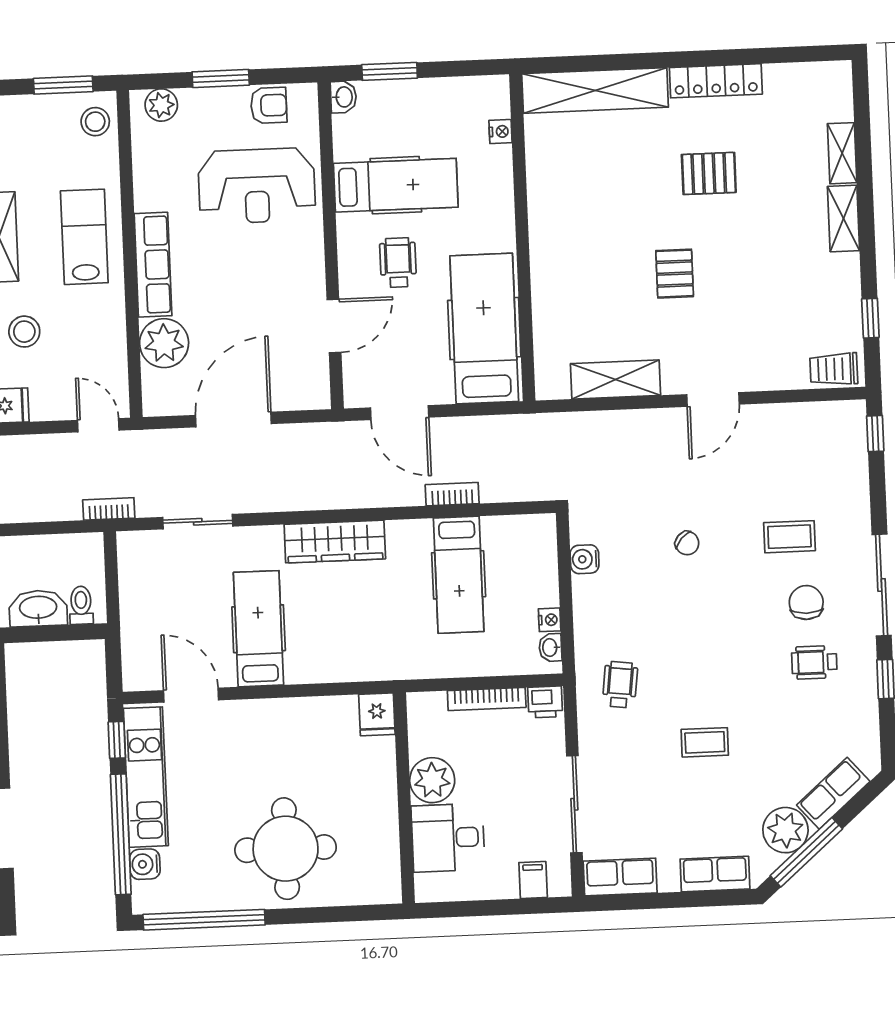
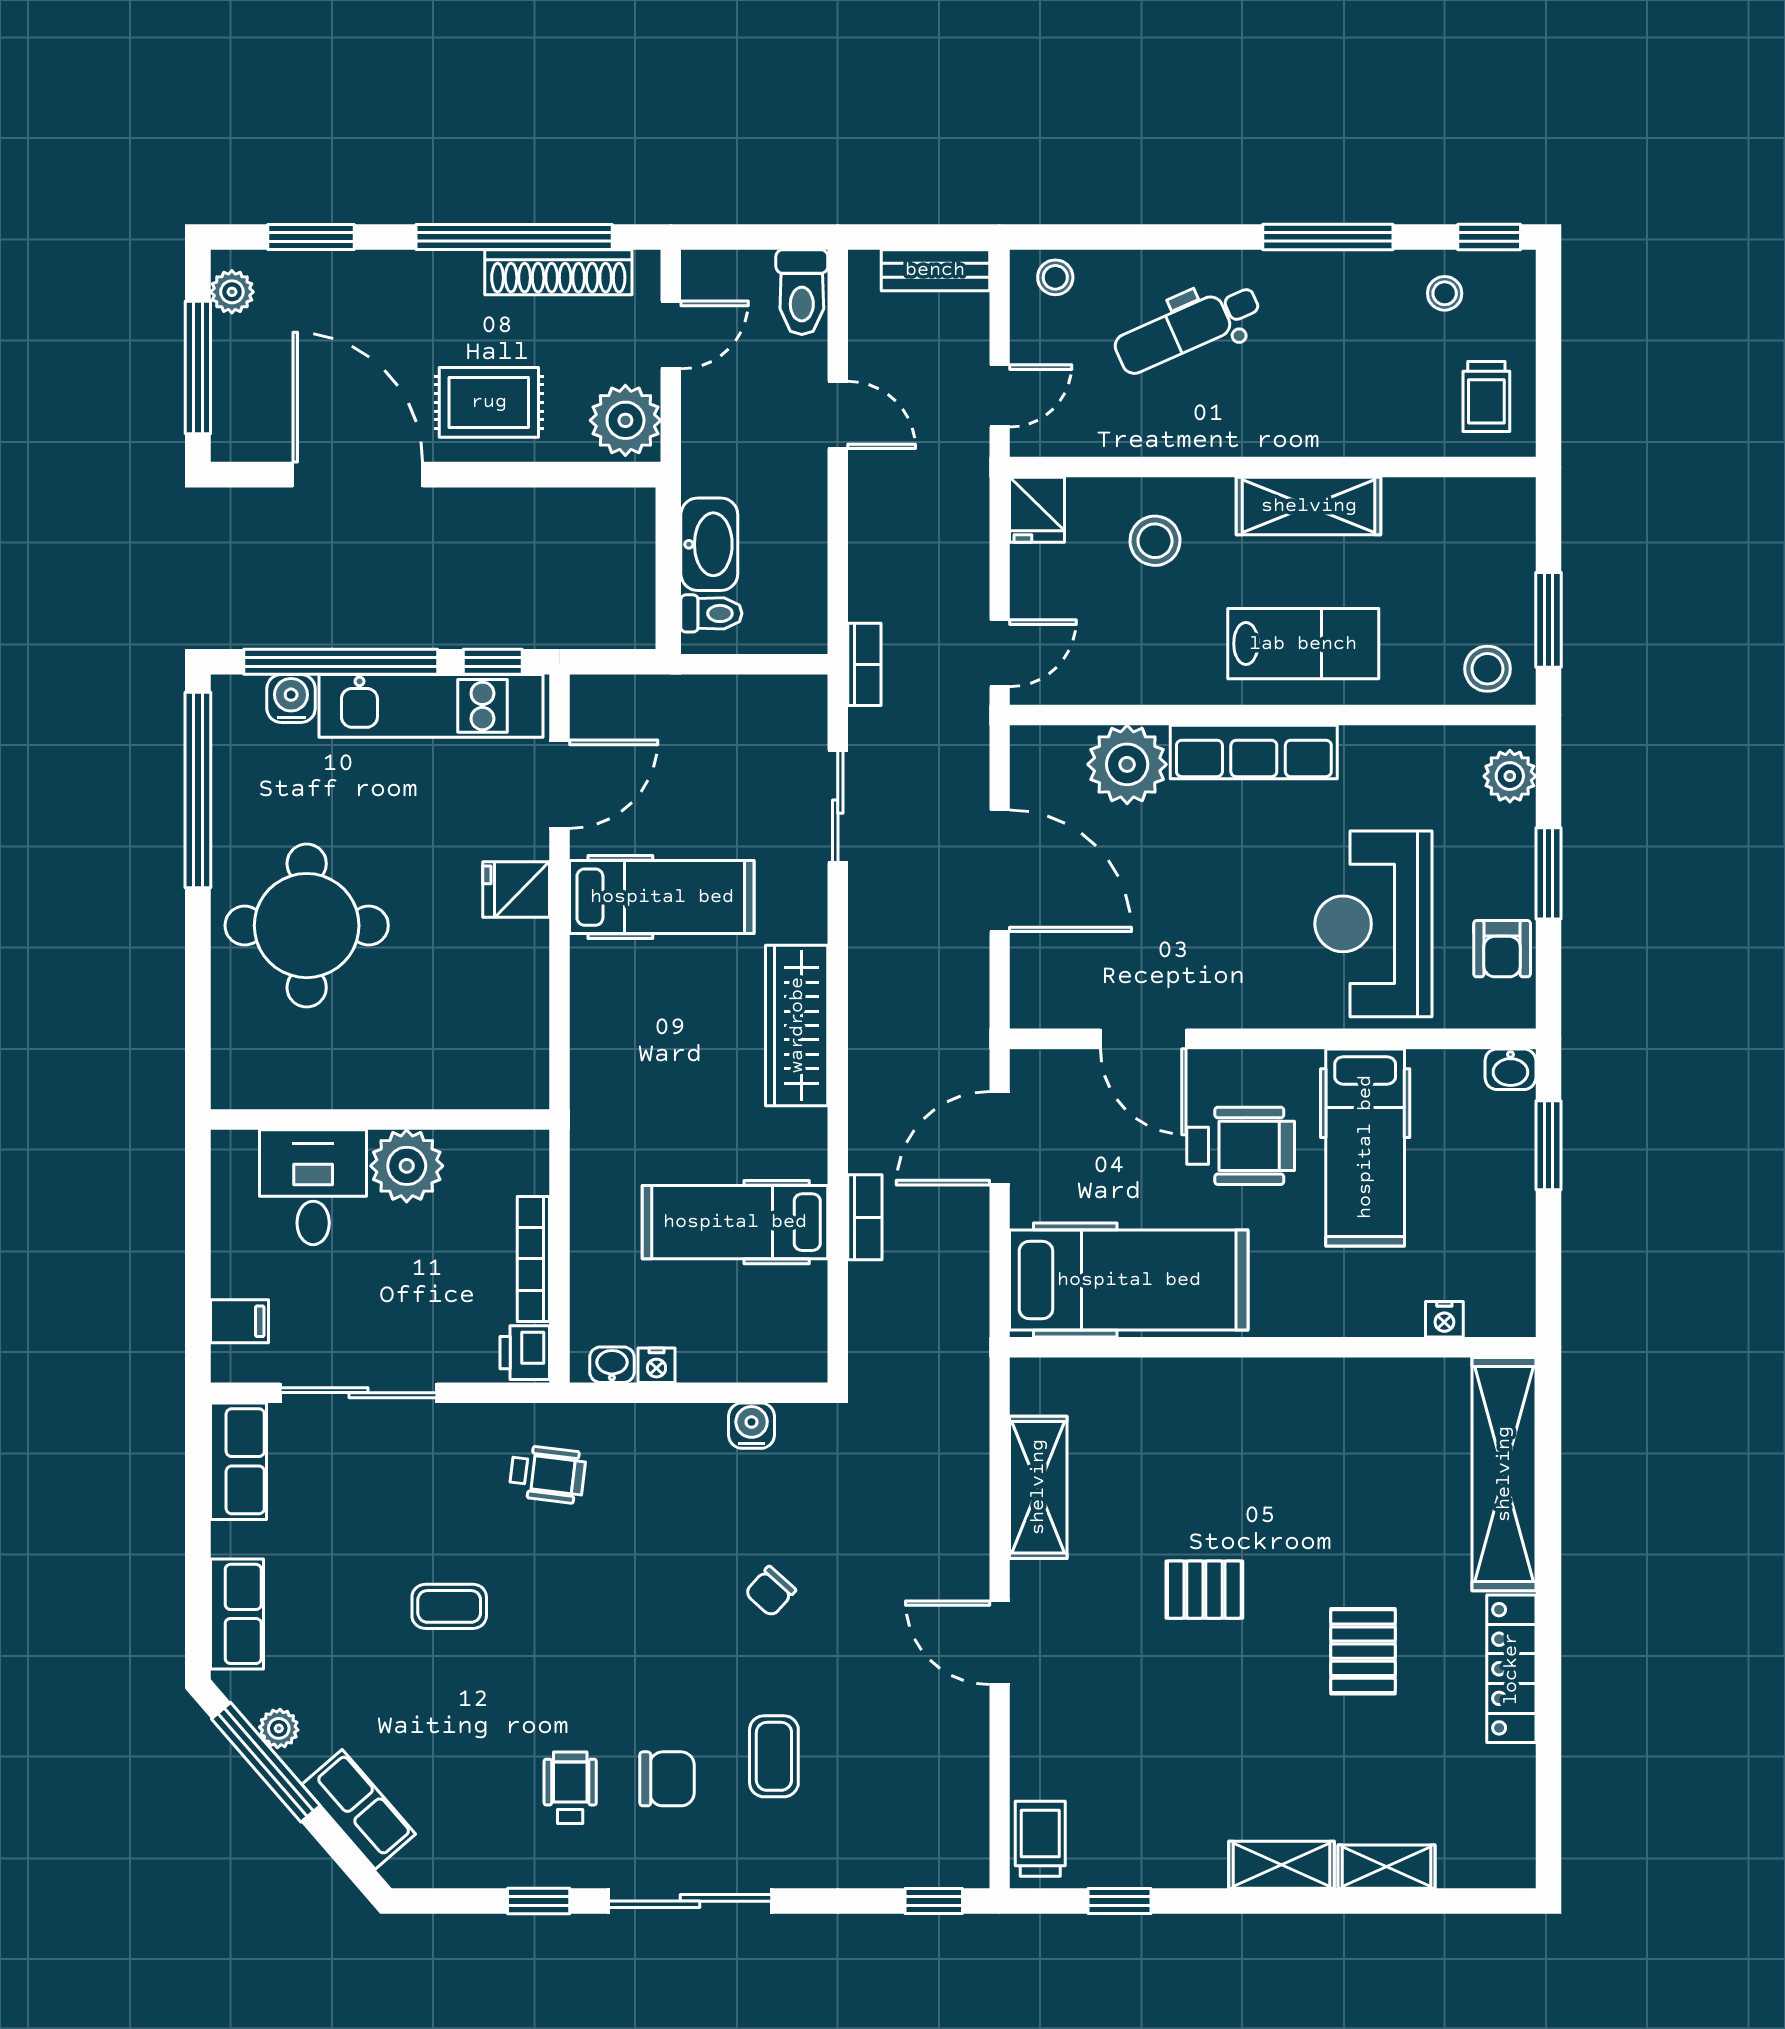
wheelchair: (398, 263) -> (1241, 1146), width x1.36, depth x1.37
fridge: (377, 714) -> (516, 889), moved
coffee table: (705, 742) -> (449, 1606), turned 90
plant: (785, 830) -> (279, 1728), width x0.53, depth x0.53

